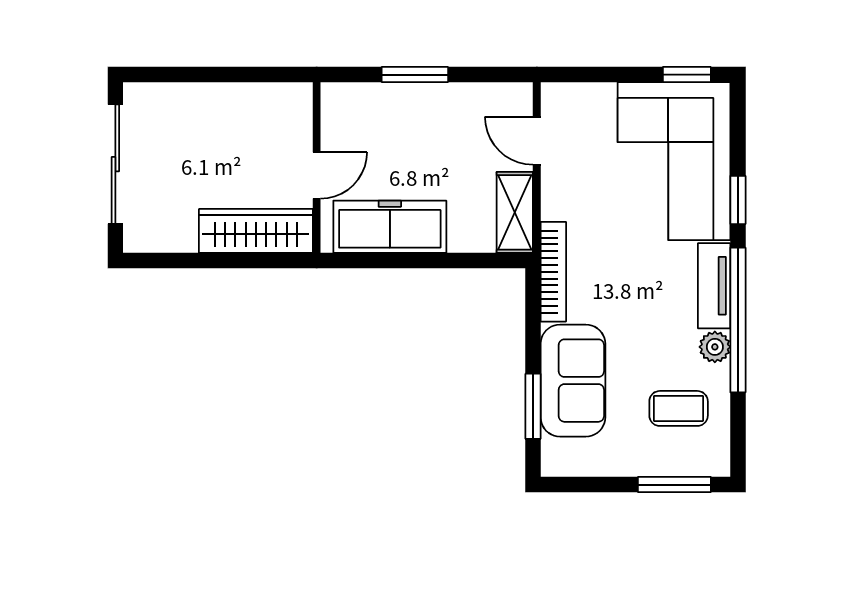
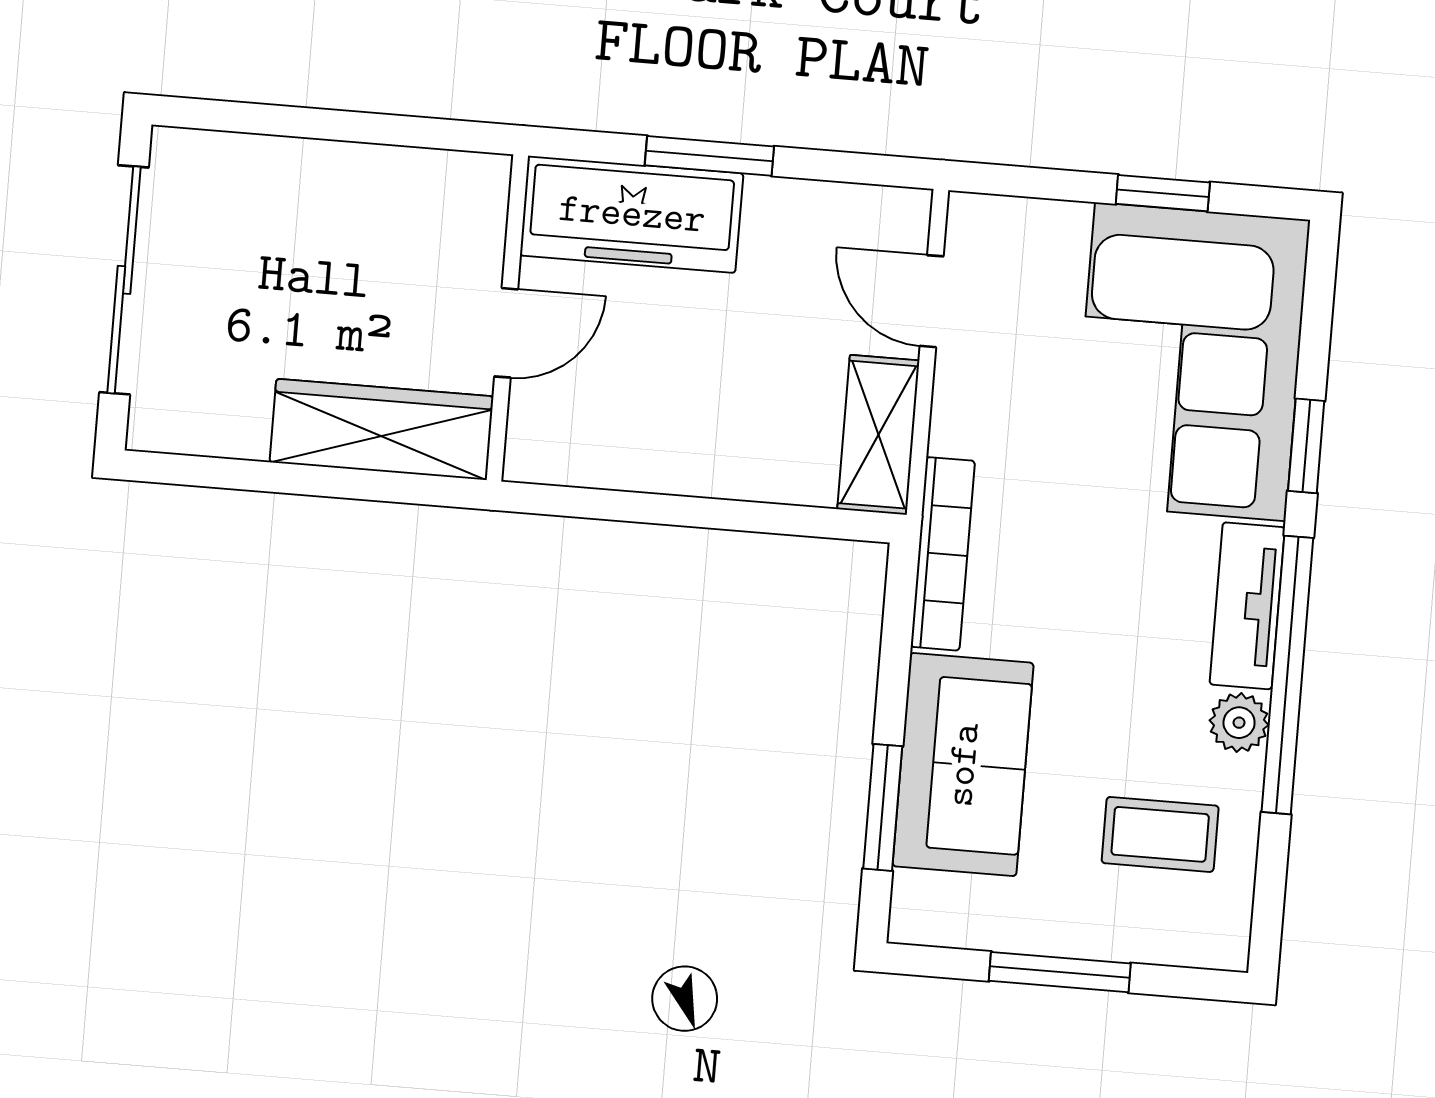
window: (687, 75) -> (1163, 193), moved
freezer: (390, 227) -> (632, 214), moved, turned 180
window: (674, 485) -> (1060, 972), moved

